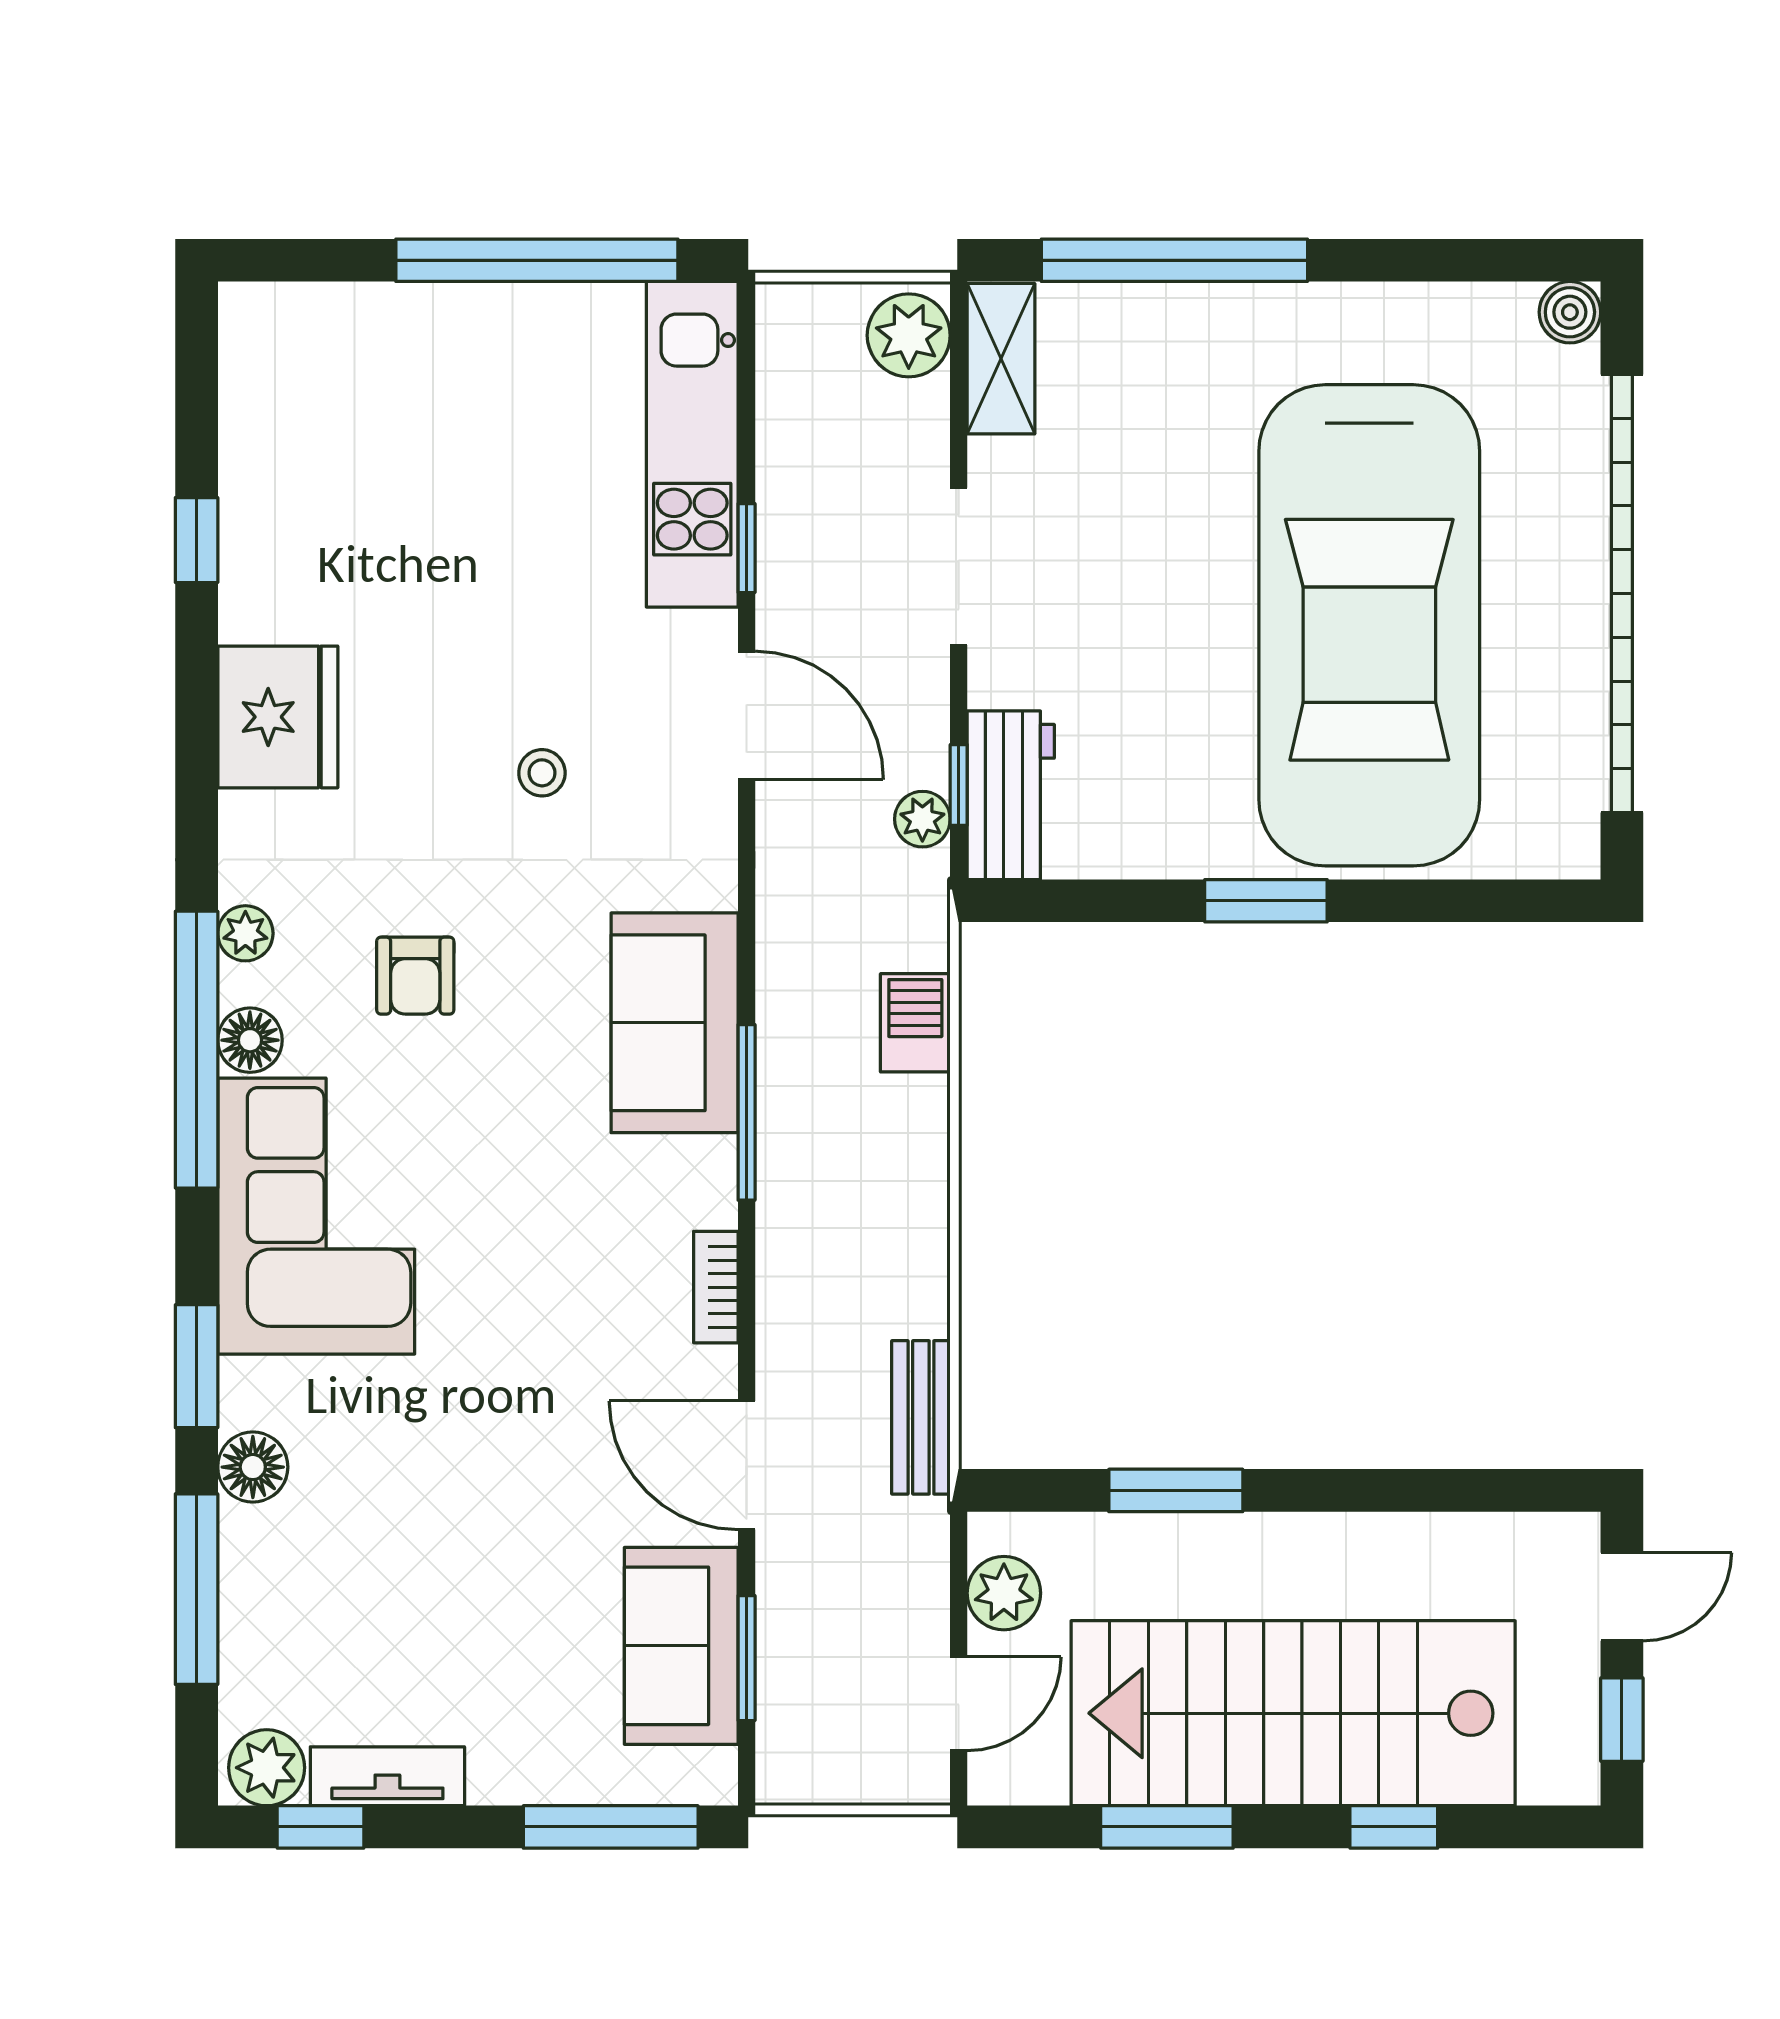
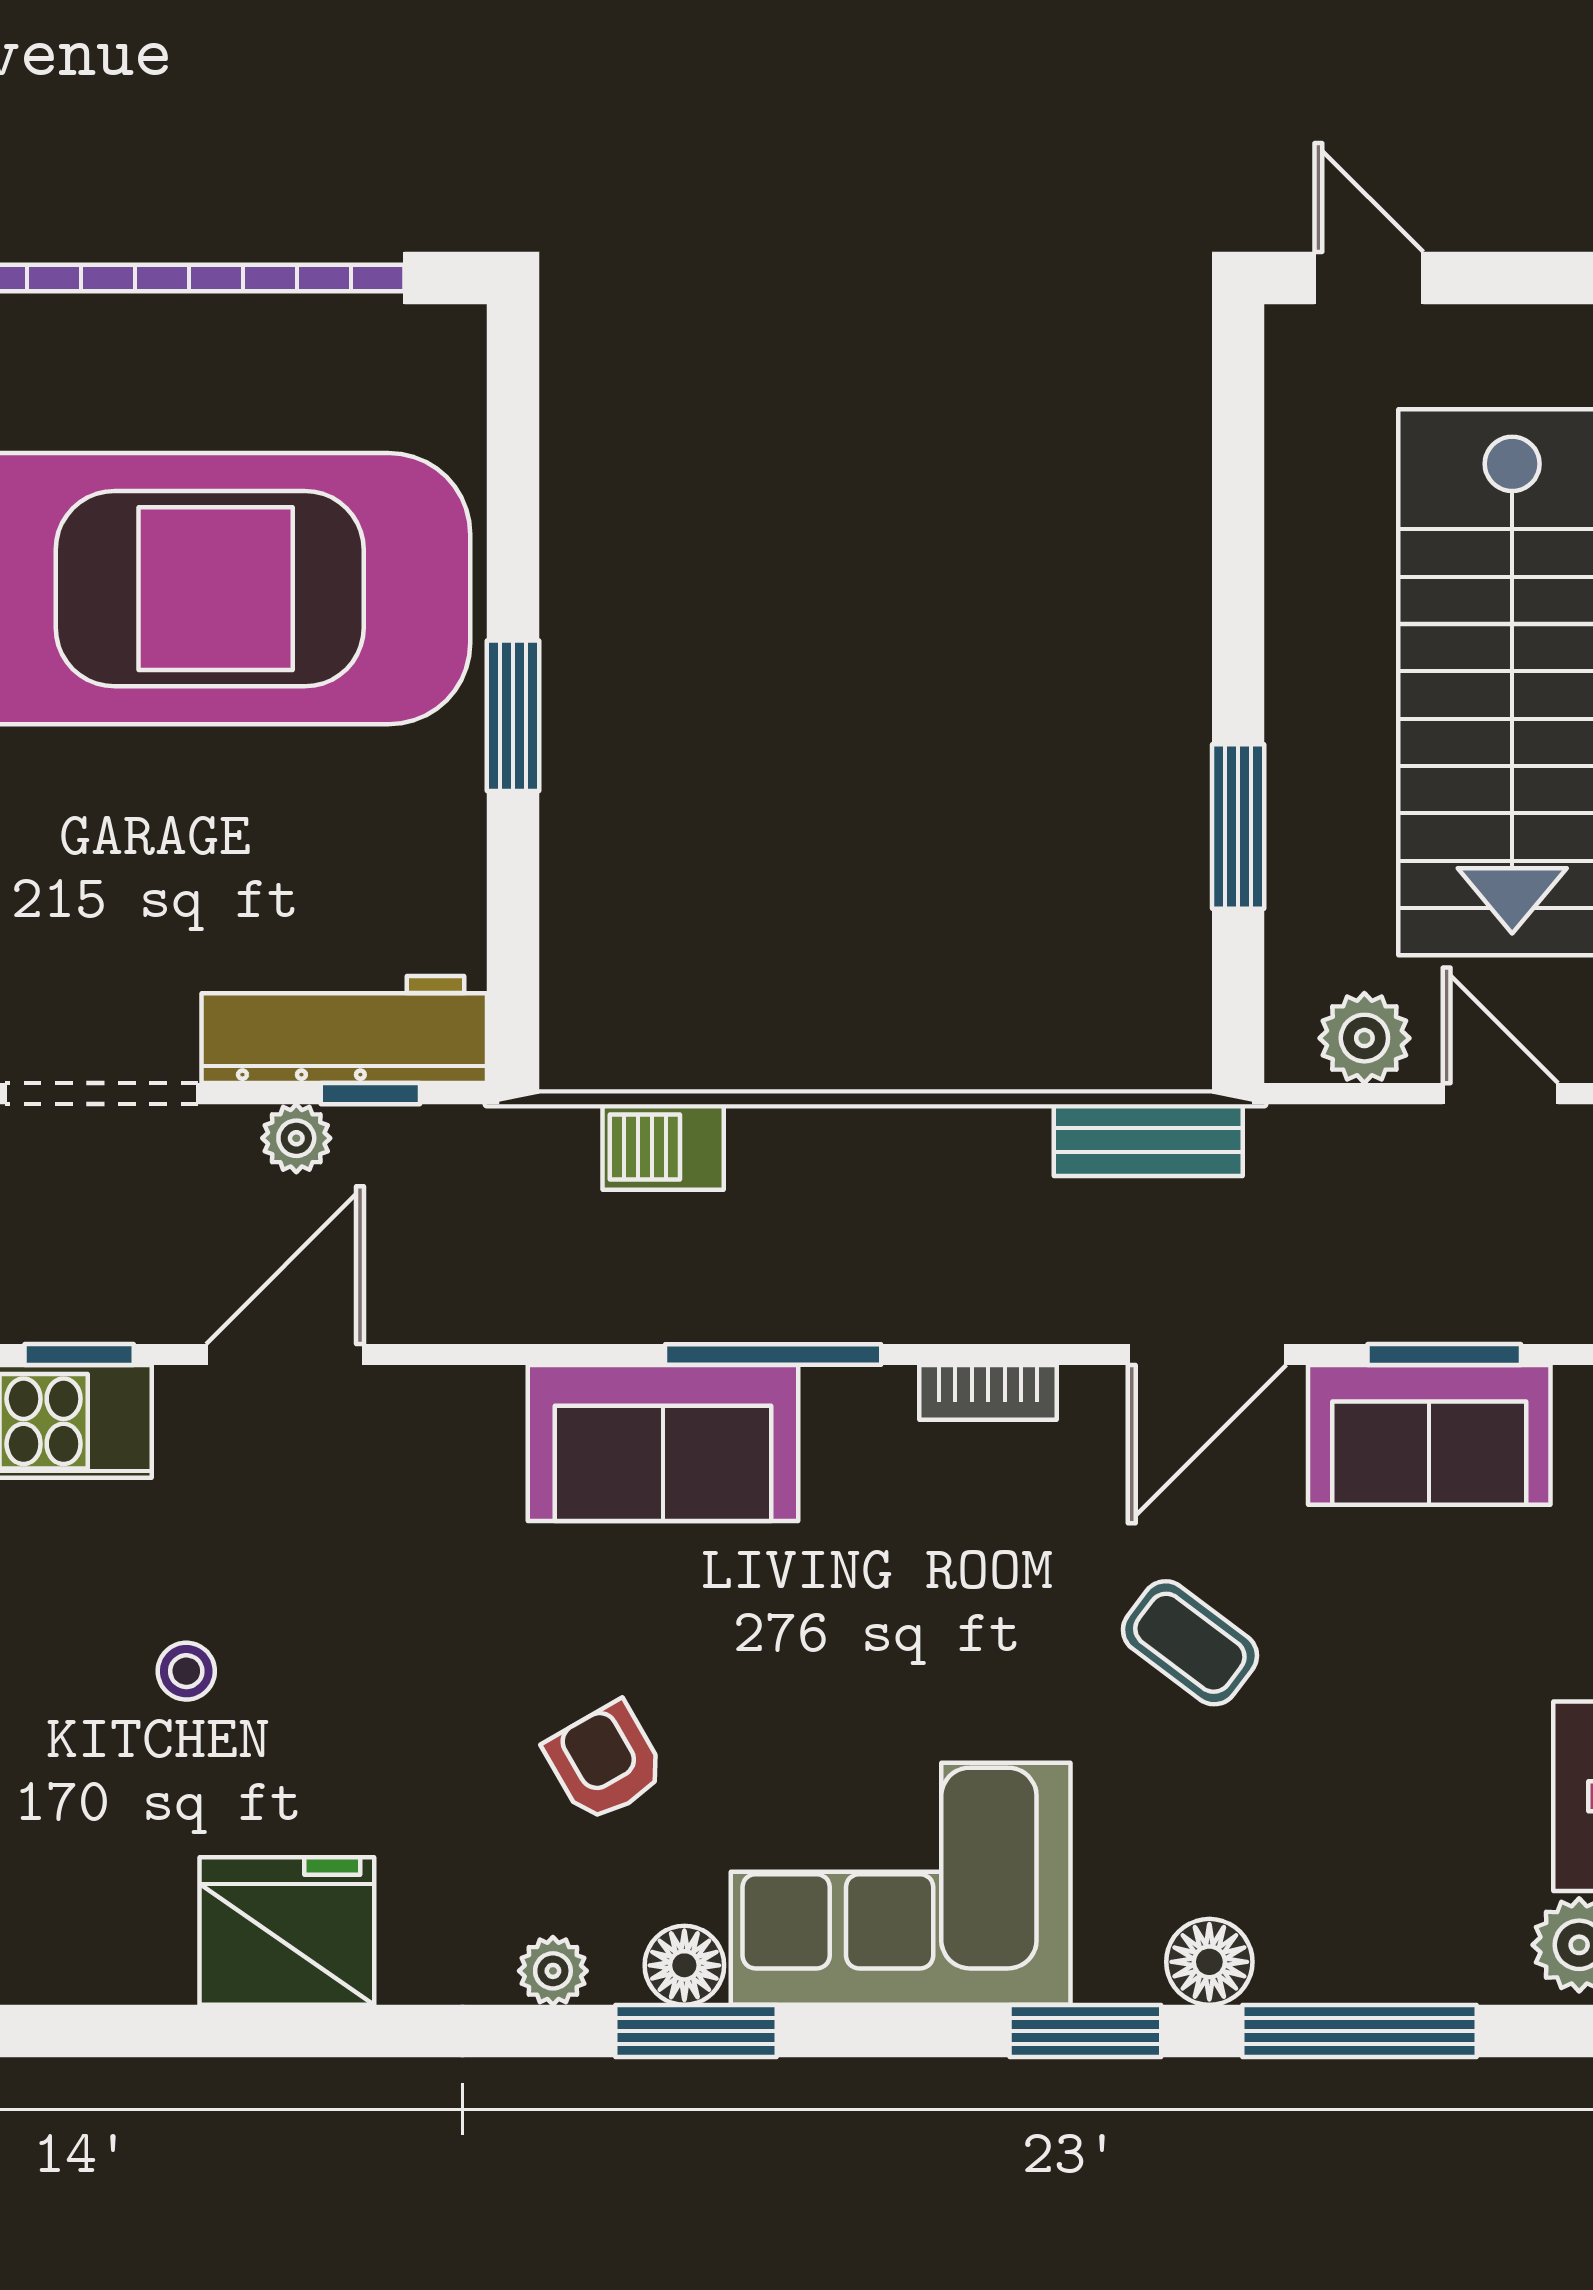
window: (197, 540) -> (69, 2031), removed
stool: (542, 773) -> (186, 1671), moved
workbench: (1011, 795) -> (344, 1030), width x1.38
plant: (922, 819) -> (296, 1138), moved
armchair: (415, 976) -> (605, 1762), turned -120
window: (197, 1050) -> (696, 2031), width x0.47
coffee table: (512, 1451) -> (1190, 1643), added
window: (1622, 1720) -> (1520, 278), removed

